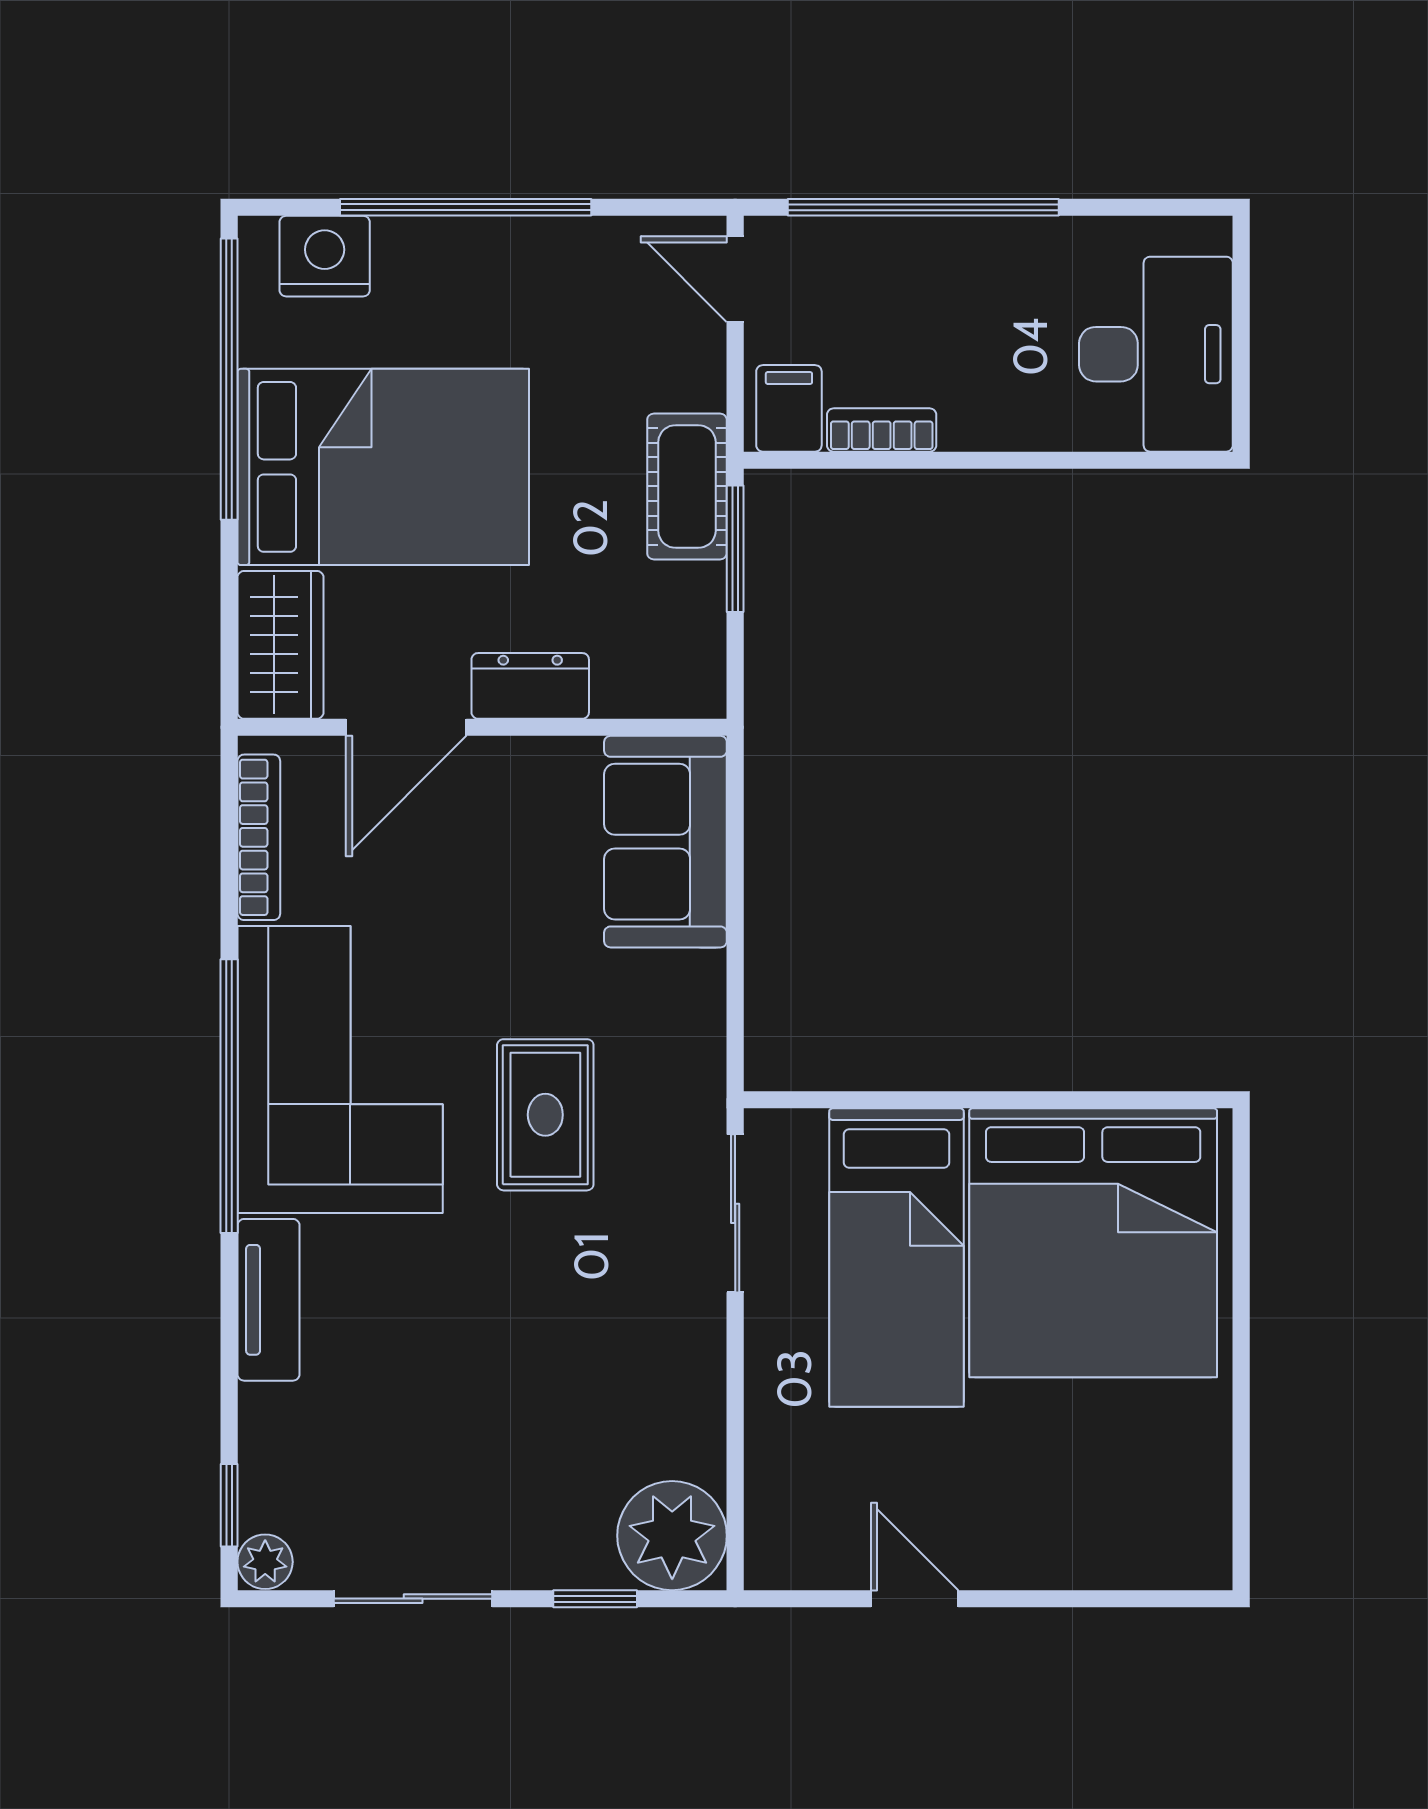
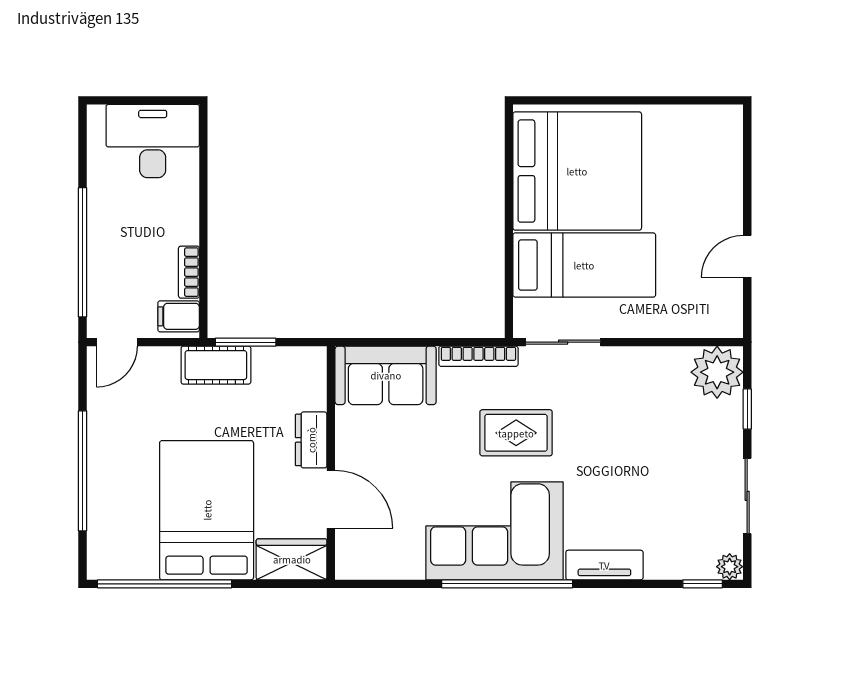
nightstand: (325, 256) -> (106, 538), removed
bookcase: (259, 837) -> (478, 356), moved, turned 180

